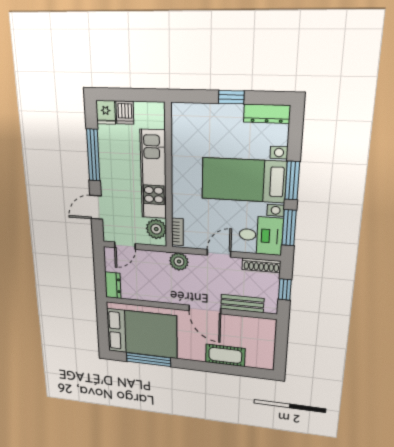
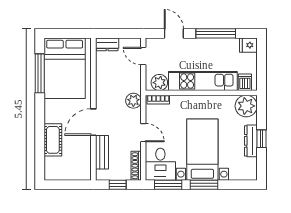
dishwasher: (125, 113) -> (245, 82), moved, turned 90
dresser: (267, 114) -> (251, 141), moved
plant: (186, 118) -> (246, 106), added

